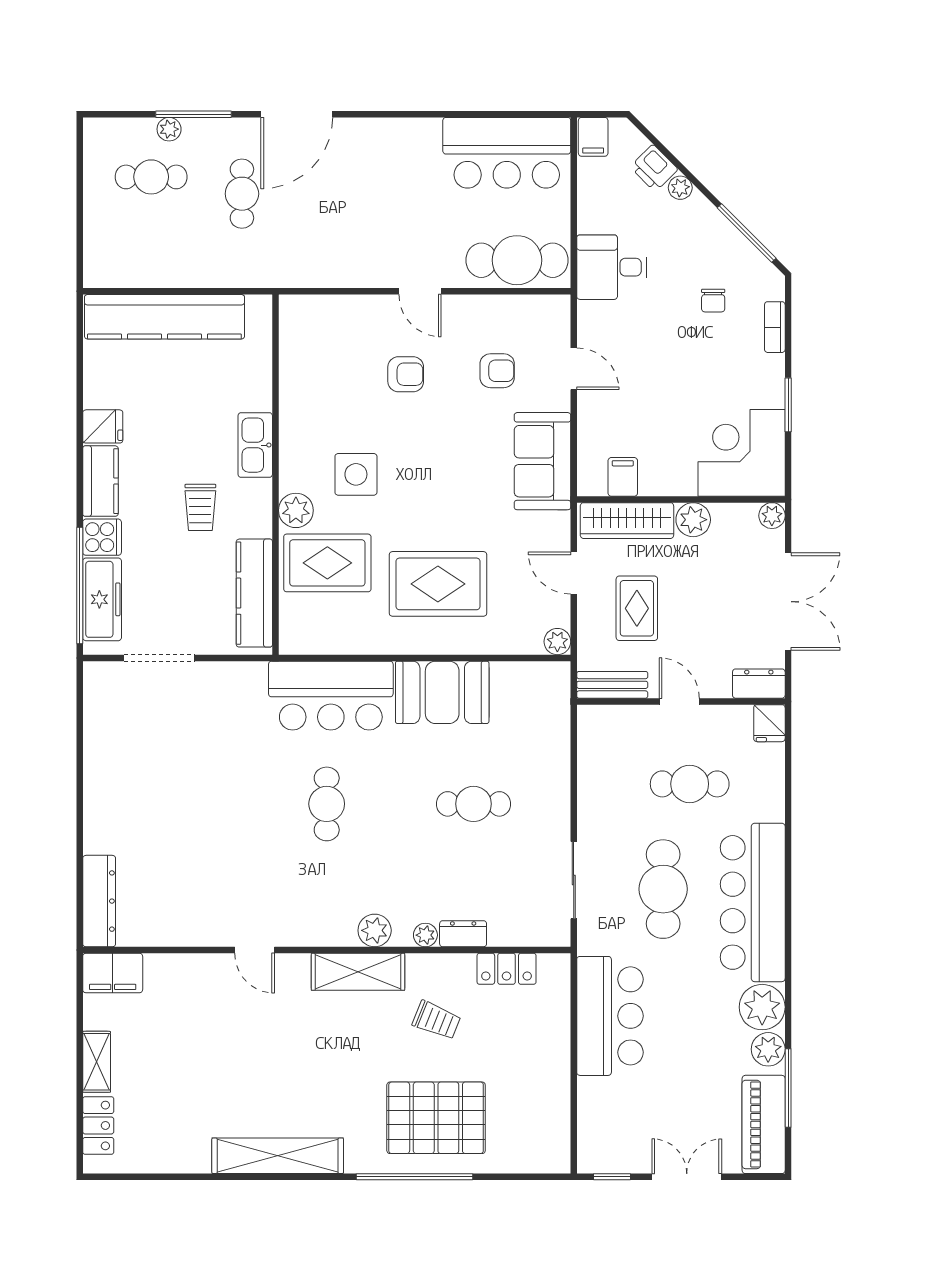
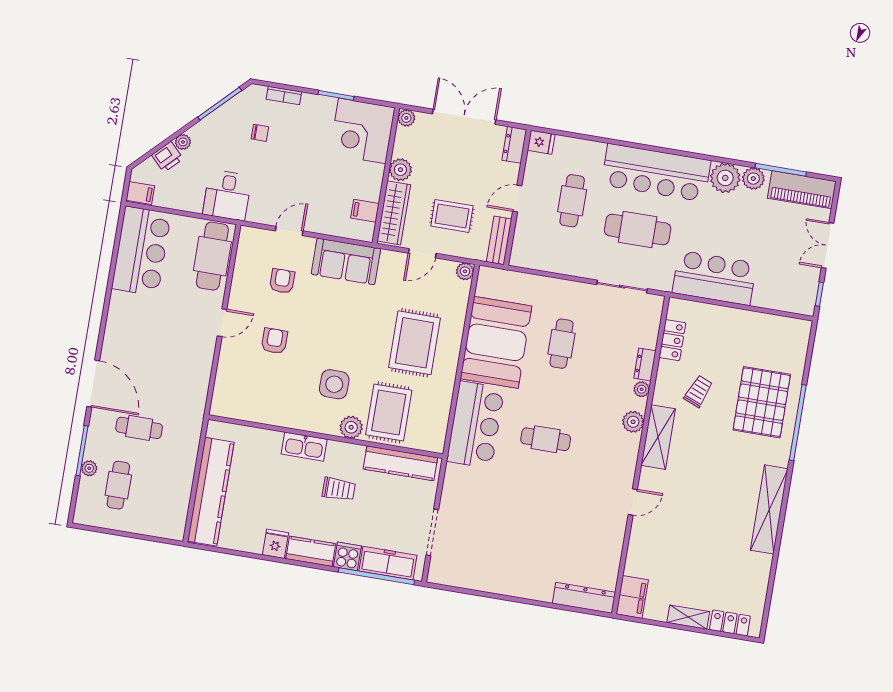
booth: (442, 692) -> (496, 342), width x1.36, depth x1.42

